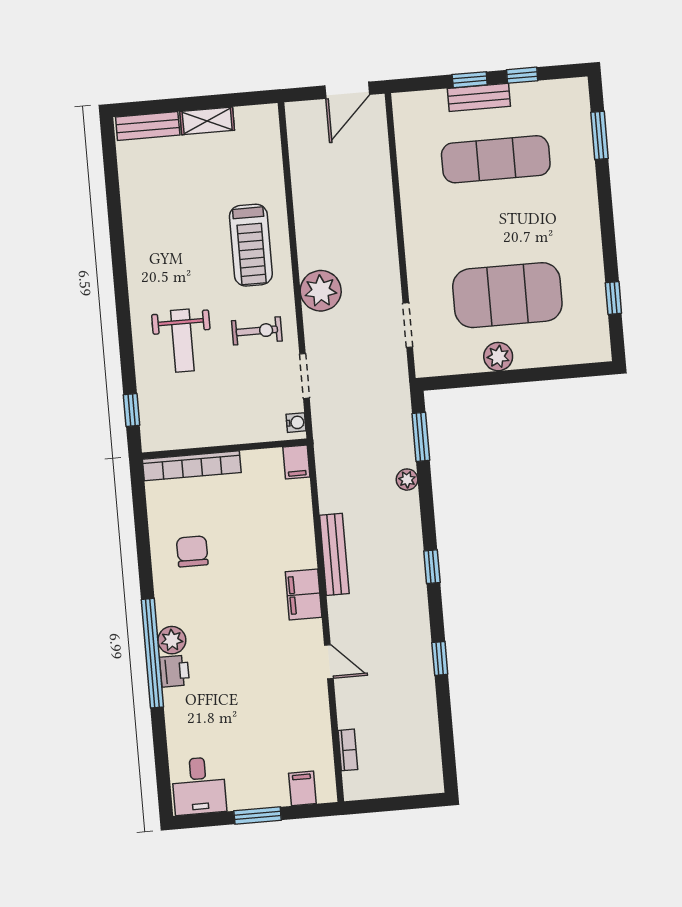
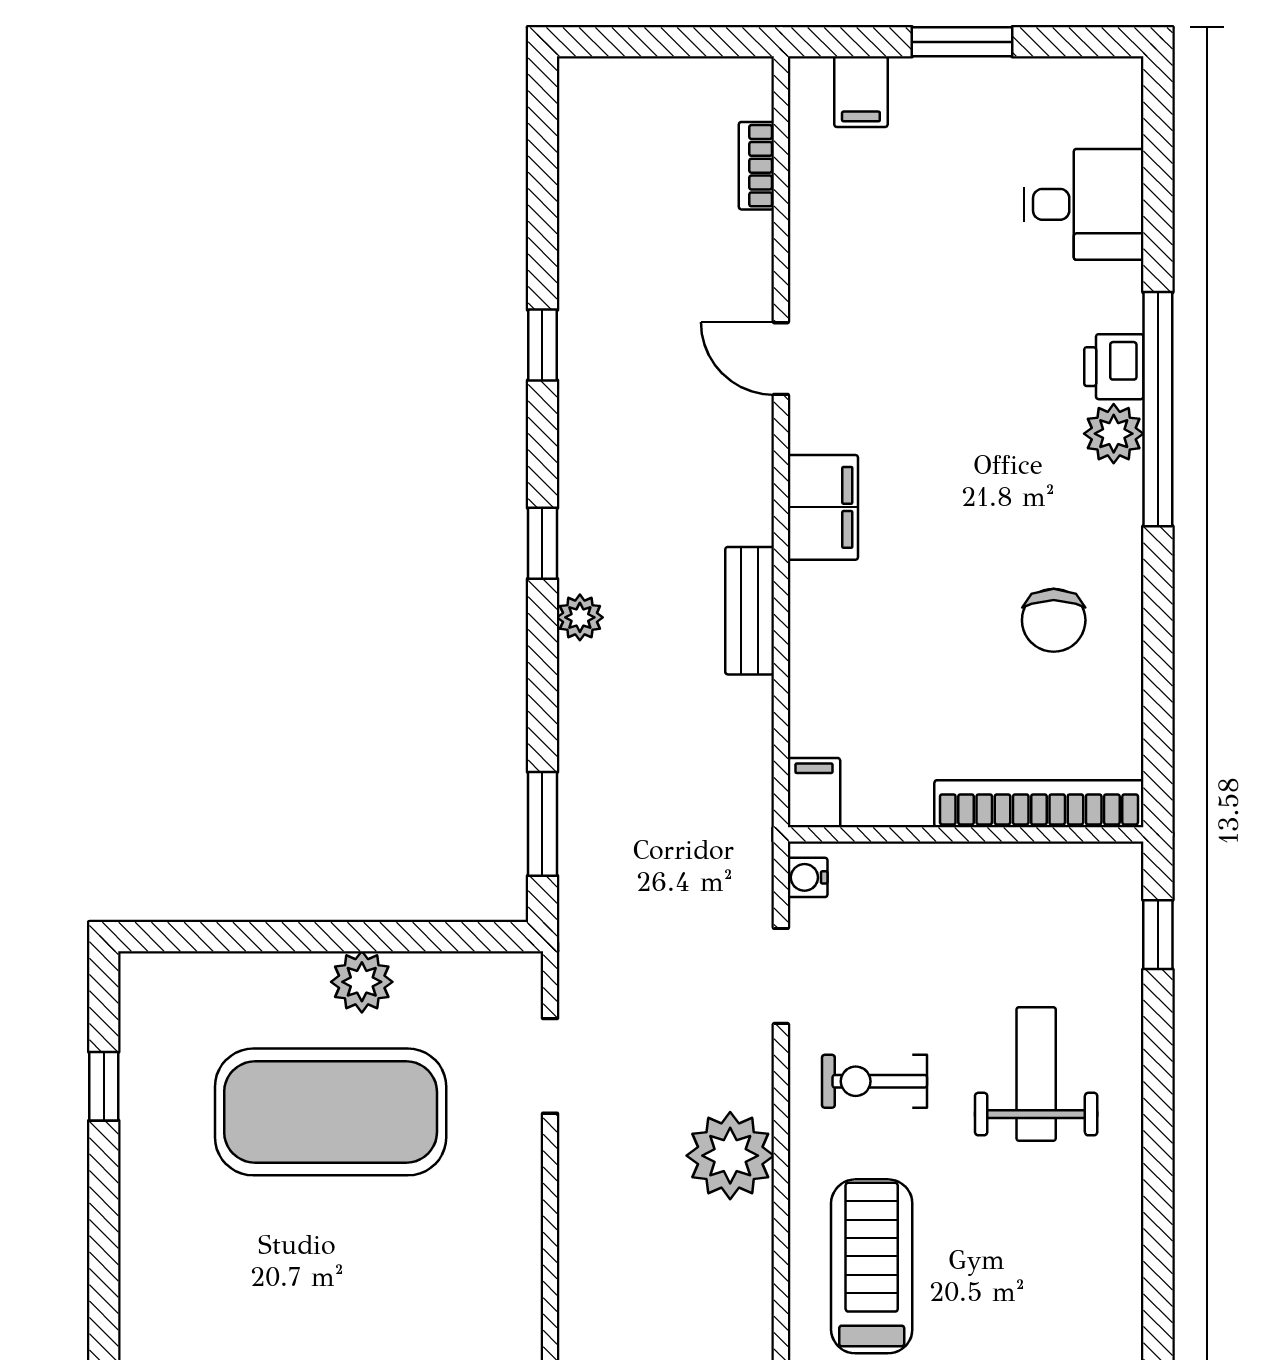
plant: (407, 480) -> (580, 617), moved
bench: (334, 554) -> (750, 611), width x0.73
desk: (199, 786) -> (1084, 204), moved, turned 90

